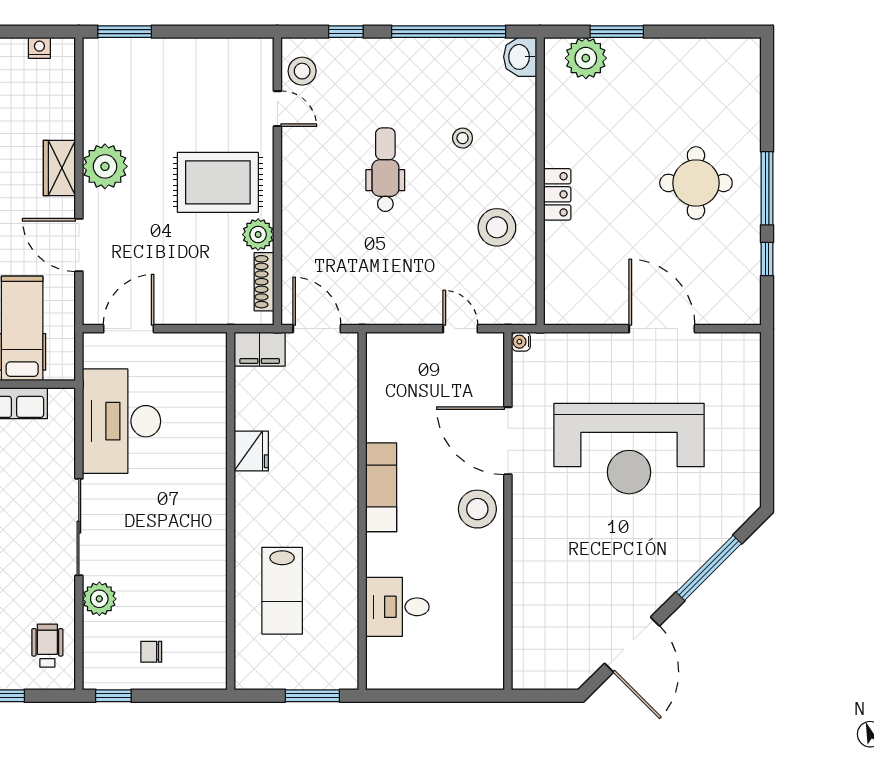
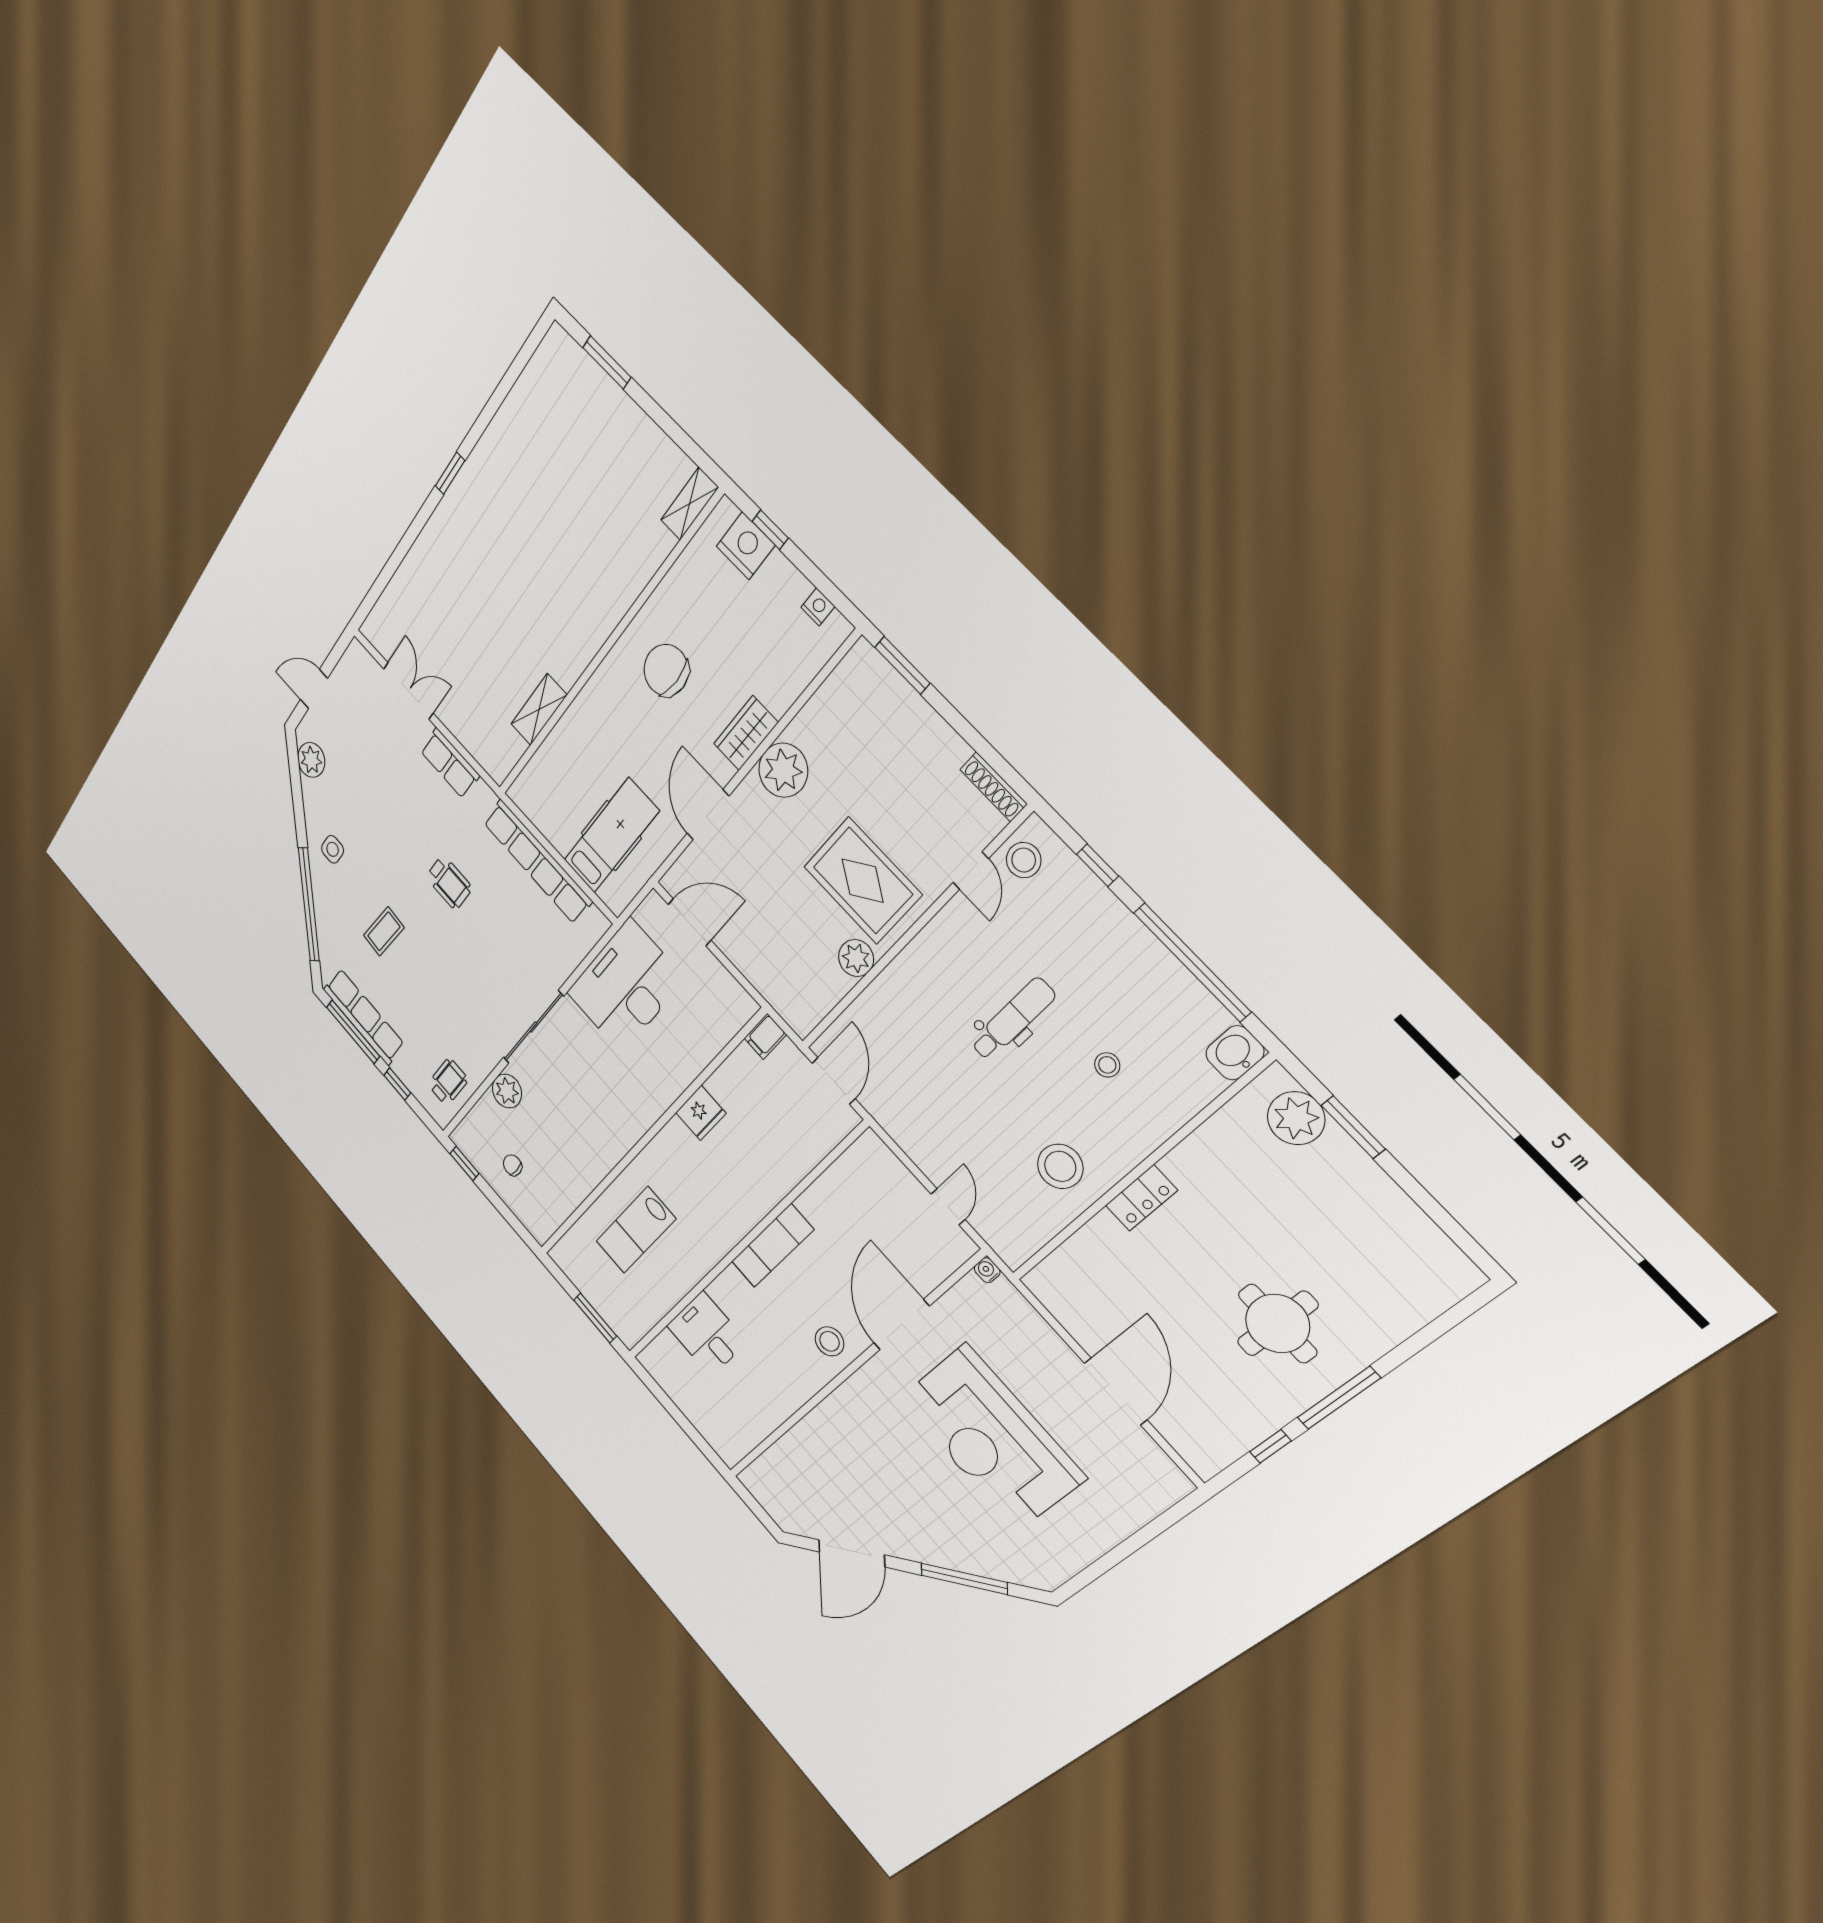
shoe rack: (264, 282) -> (994, 787), moved, turned -90
filing cabinet: (260, 349) -> (765, 1036), width x0.50
stool: (477, 509) -> (829, 1341), width x0.73, depth x0.73

